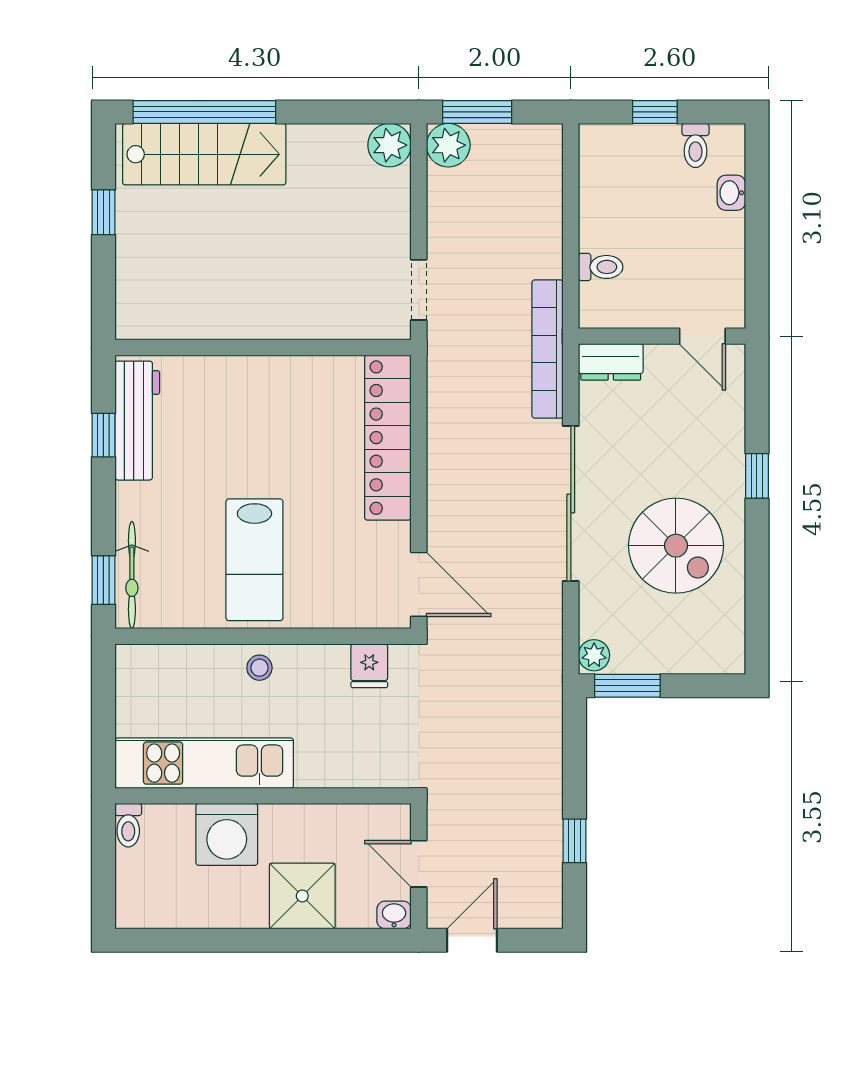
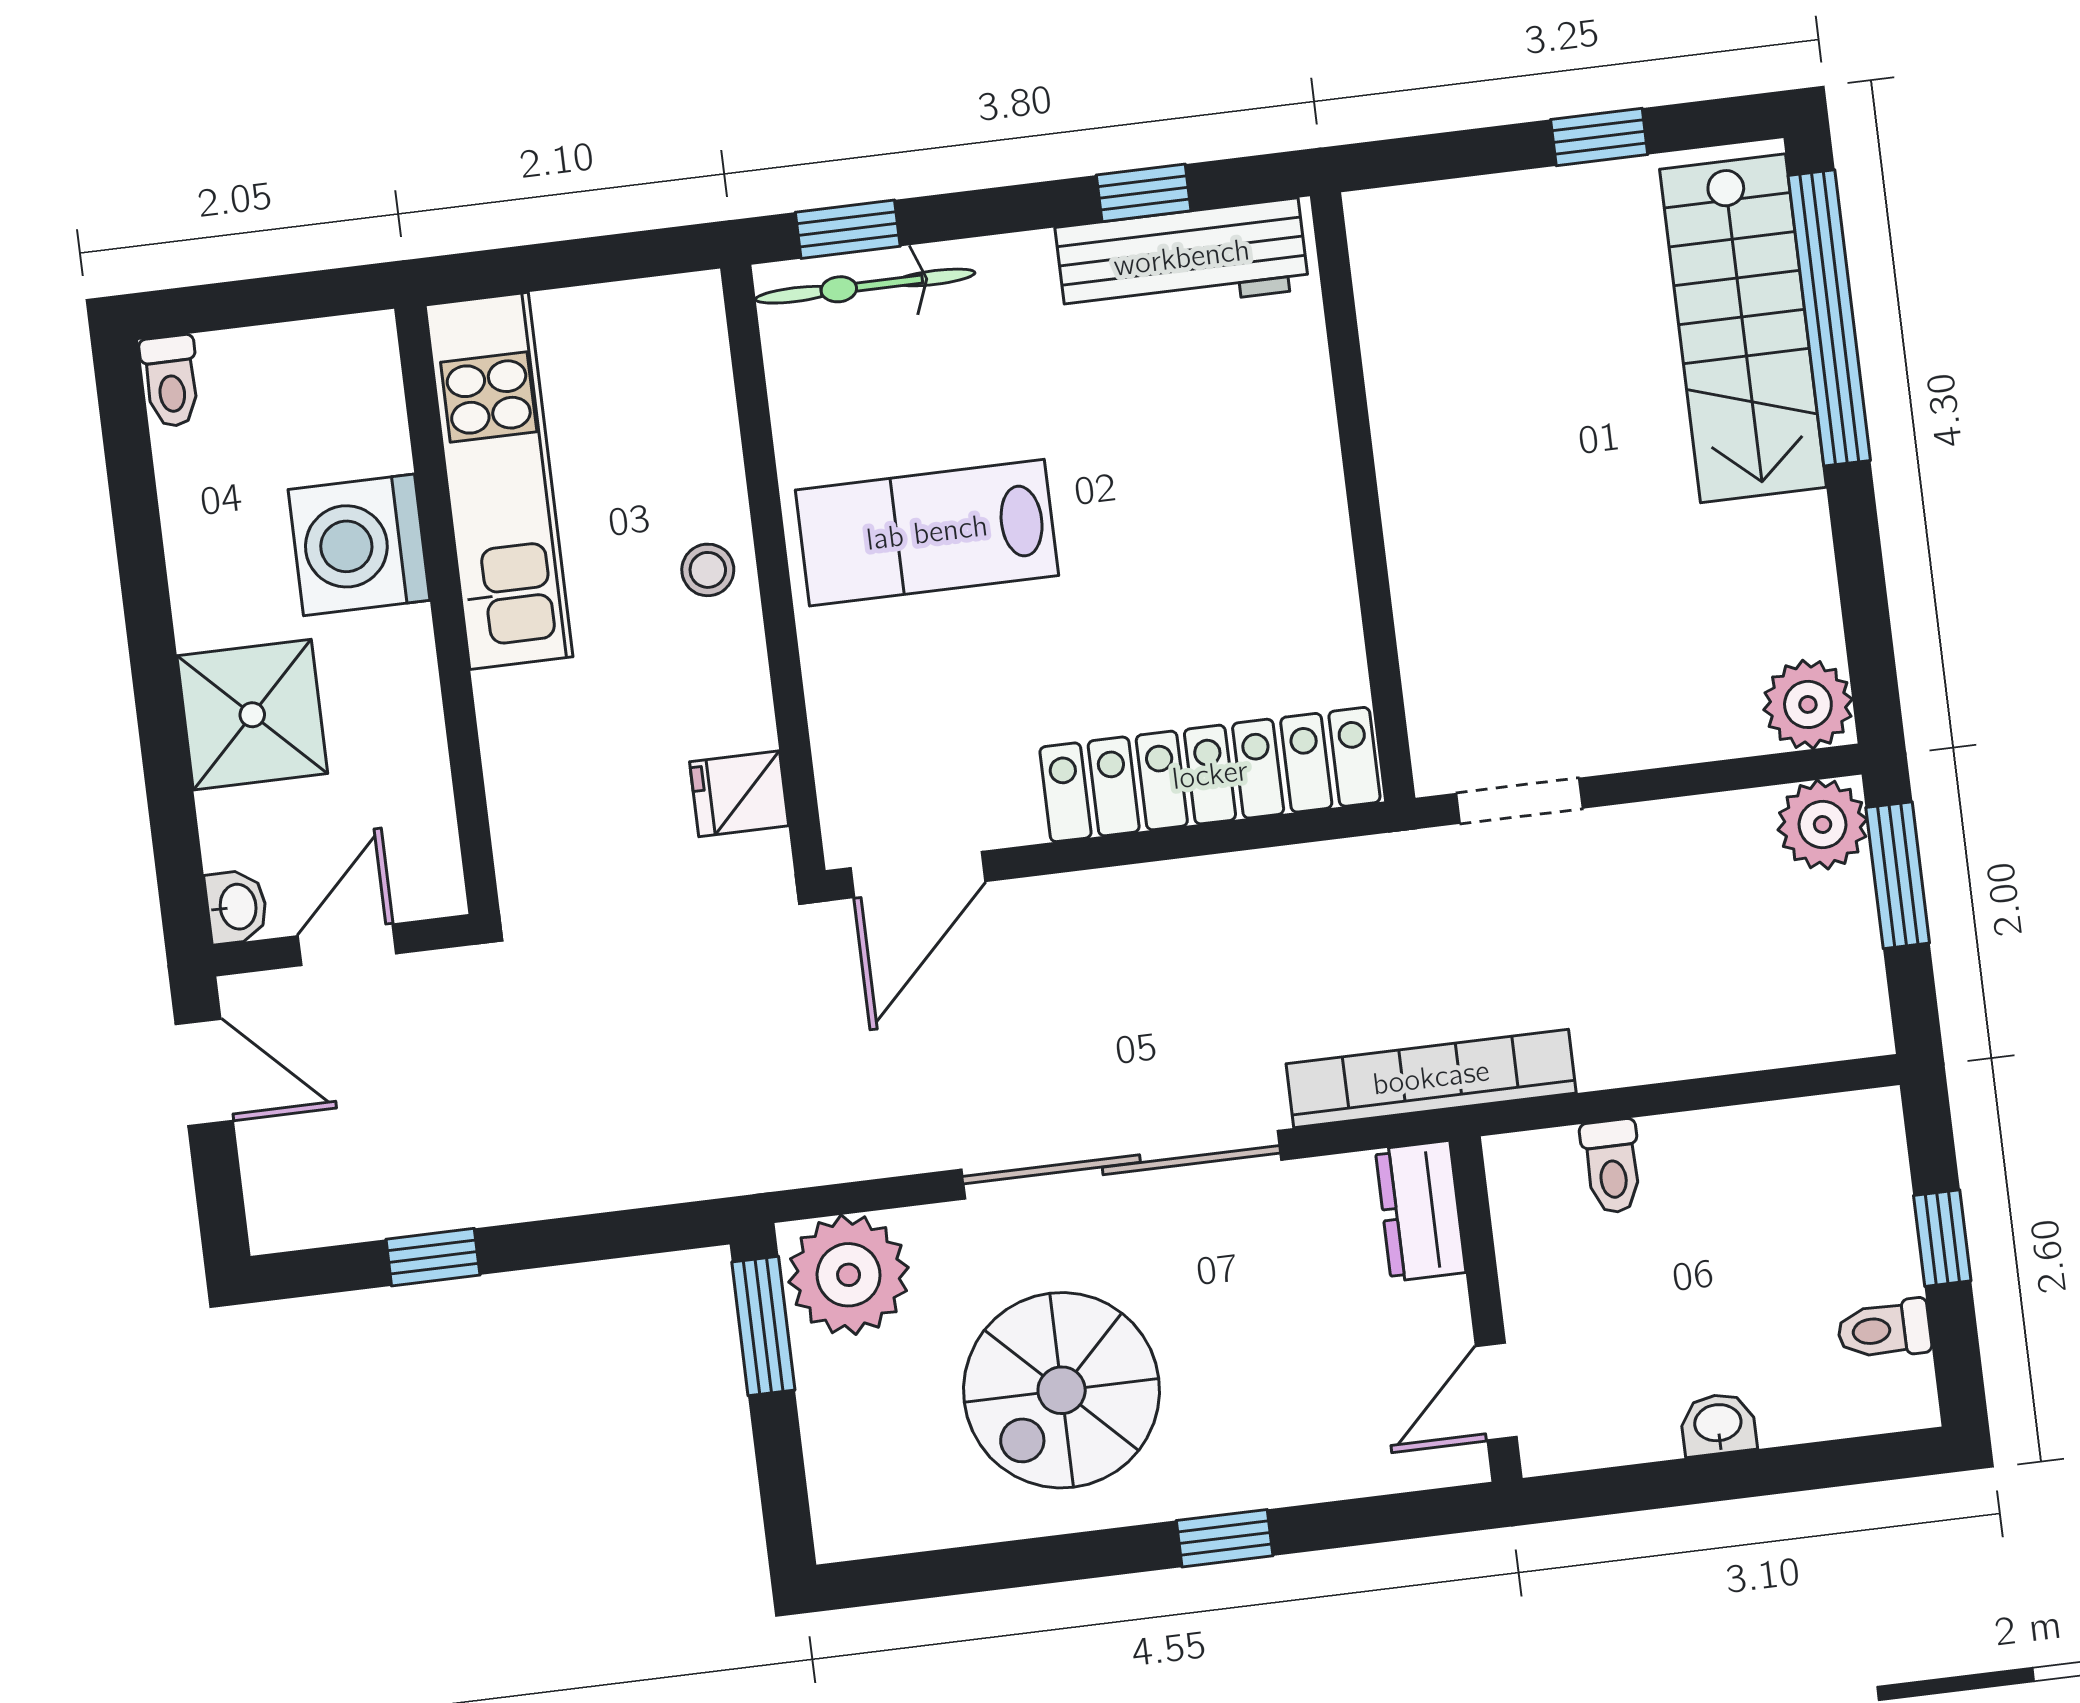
washbasin: (731, 193) -> (1718, 1424), moved
plant: (594, 655) -> (849, 1275), width x1.88, depth x1.88
toilet: (128, 825) -> (171, 381), moved, turned -90

